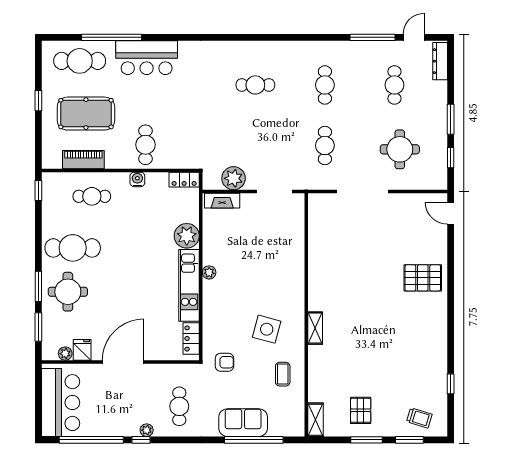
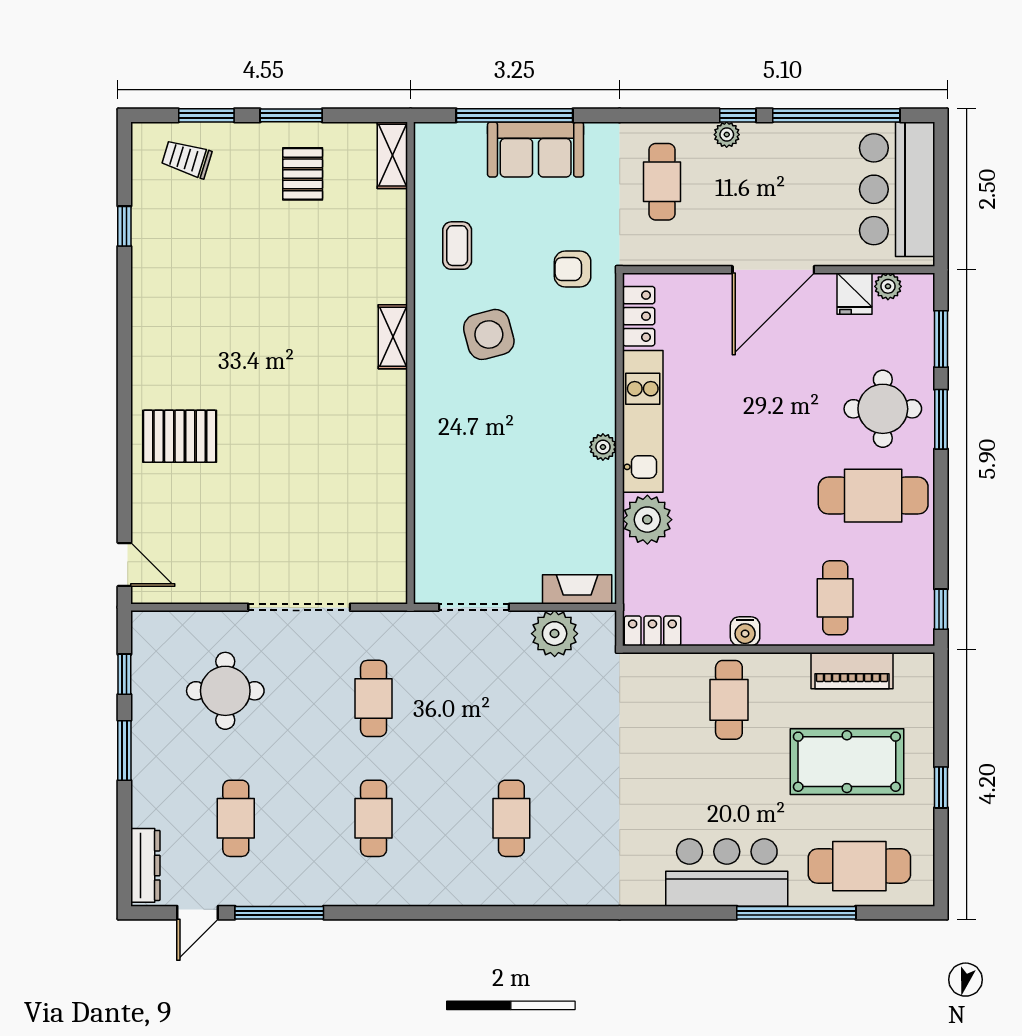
cafe table: (255, 85) -> (511, 818), turned 90
cafe table: (92, 196) -> (835, 598), turned 90
side table: (267, 329) -> (489, 334), turned -30

